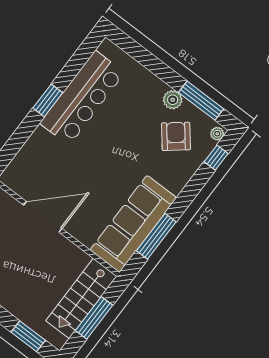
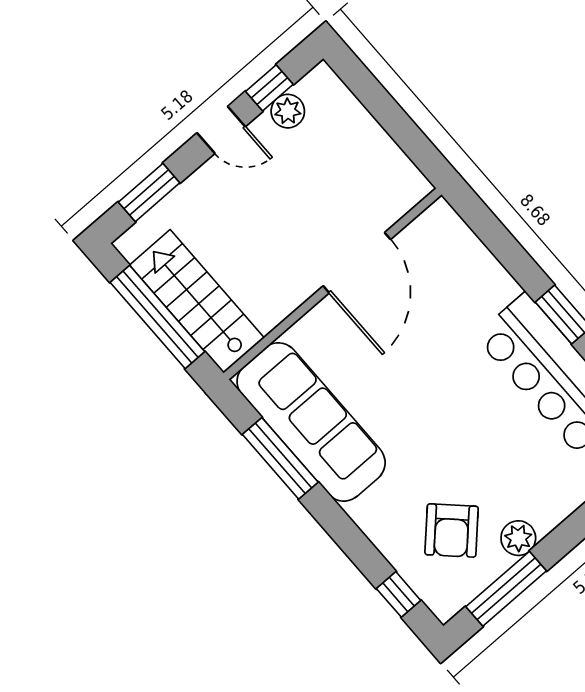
plant: (217, 134) -> (441, 605), removed
armchair: (176, 136) -> (452, 531), turned 83
window: (94, 318) -> (157, 317), width x1.46

